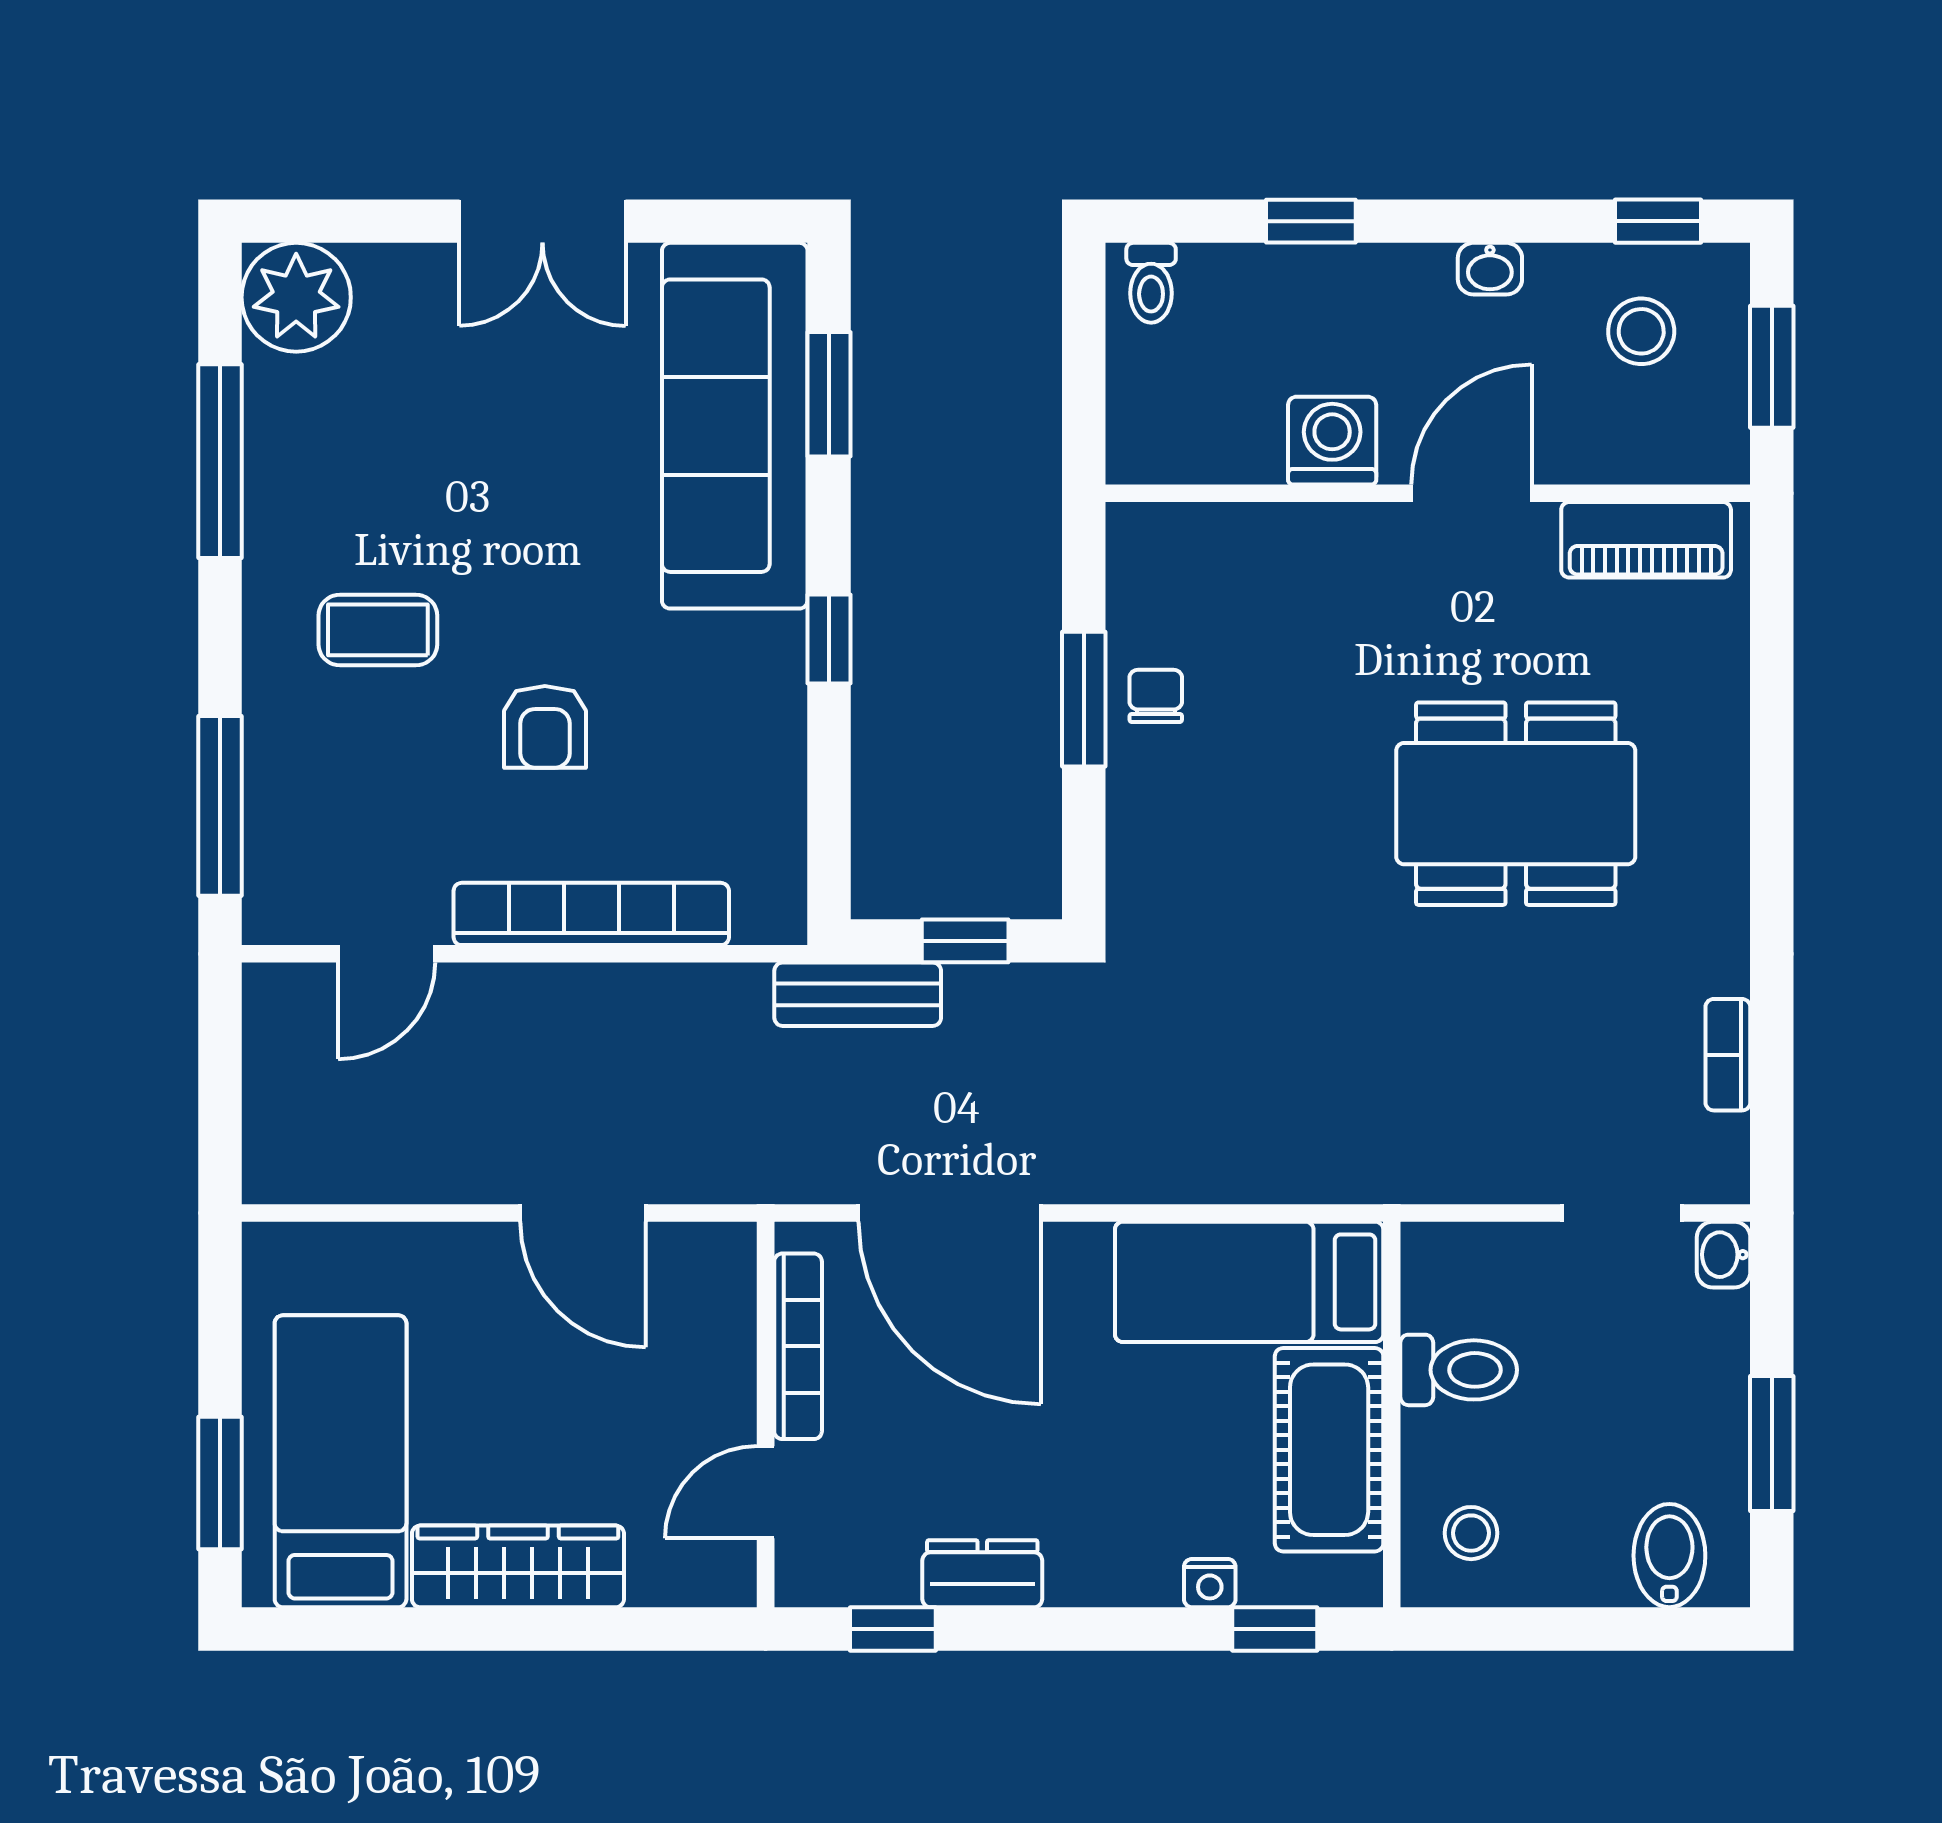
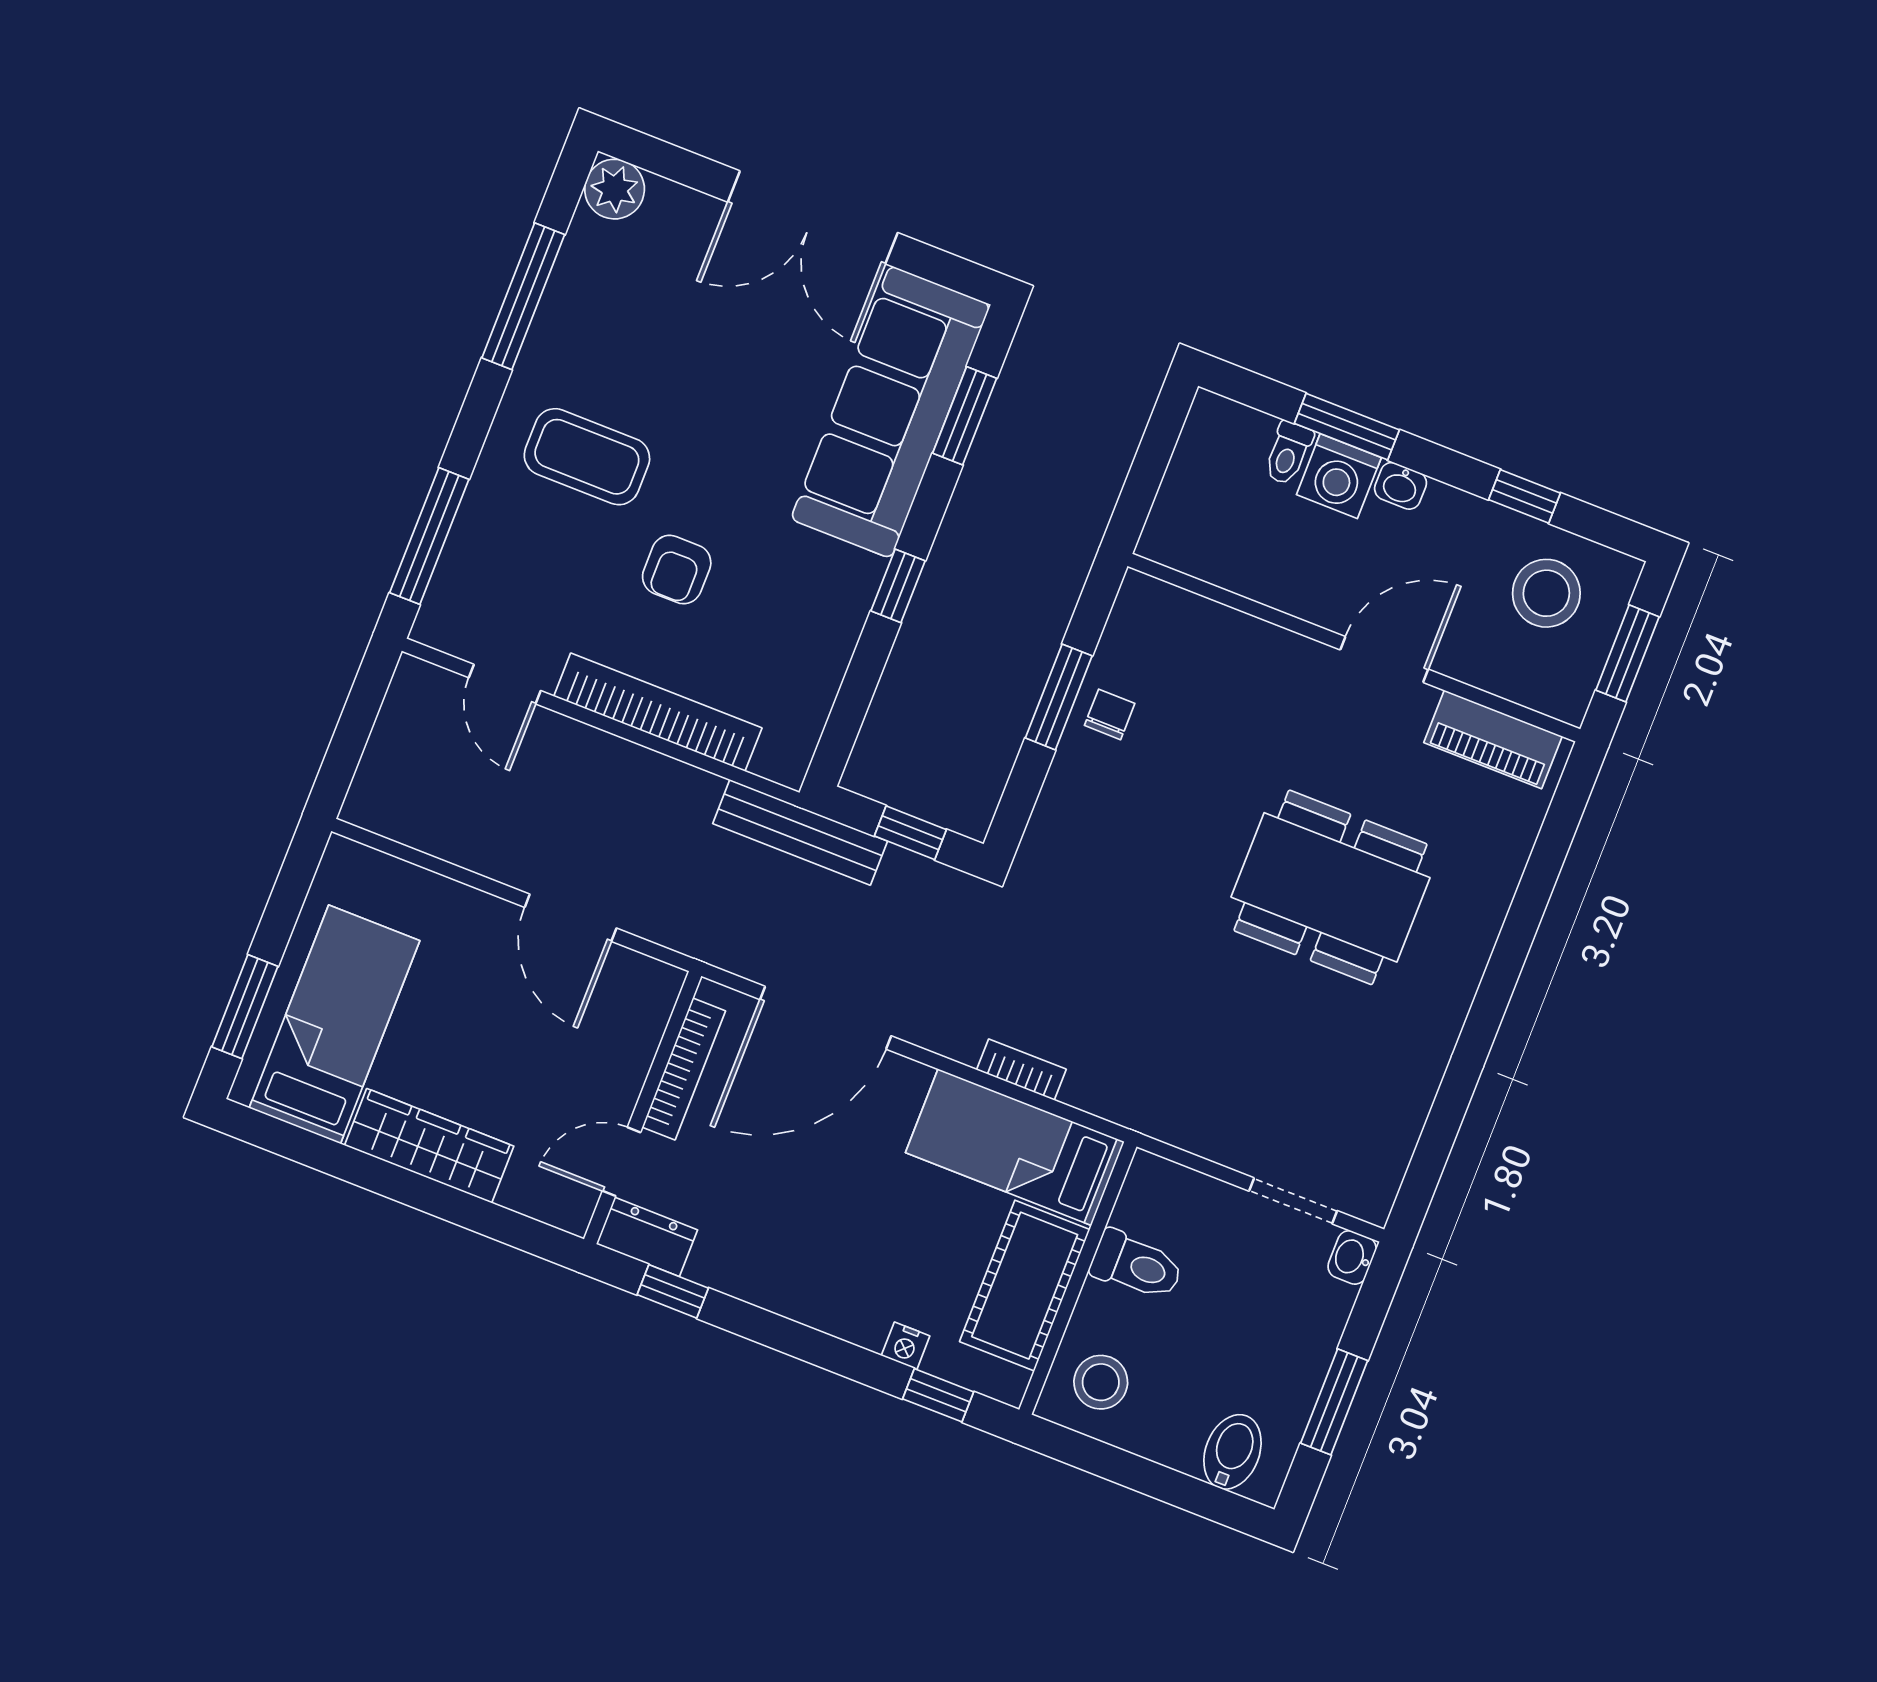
double door: (542, 221) -> (813, 217), width x1.37
window: (1311, 221) -> (1347, 427), width x1.50
window: (1658, 221) -> (1524, 496), moved
washbasin: (1490, 269) -> (1401, 486), moved
toilet: (1151, 283) -> (1288, 453), moved
plant: (296, 297) -> (615, 189), width x0.73, depth x0.73
stool: (1641, 331) -> (1546, 593), width x1.38, depth x1.38
washing machine: (1332, 441) -> (1339, 476), moved, turned 180
coffee table: (378, 630) -> (587, 457), width x1.36, depth x1.30
door: (387, 954) -> (505, 684), hinge flipped
bench: (858, 994) -> (800, 832), width x1.36
bookcase: (1728, 1055) -> (1021, 1070), moved, turned 90
door: (950, 1213) -> (826, 1018), hinge flipped
stool: (1471, 1533) -> (1101, 1382), width x1.37, depth x1.37
dresser: (982, 1574) -> (647, 1237), moved

